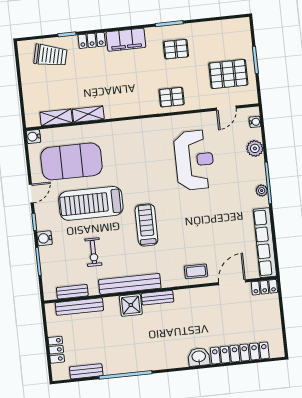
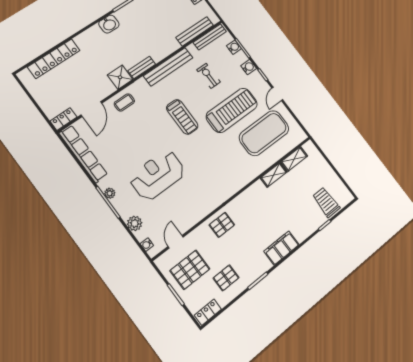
locker: (92, 40) -> (208, 312), moved
pallet: (176, 49) -> (226, 278), moved
trolley: (50, 55) -> (326, 202), turned 77
water cooler: (33, 137) -> (234, 47), moved
reception desk: (194, 160) -> (157, 175), moved, turned 90
bench: (72, 292) -> (210, 37), width x1.36
shower: (131, 305) -> (120, 77), moved
washbasin: (199, 357) -> (109, 24), moved

